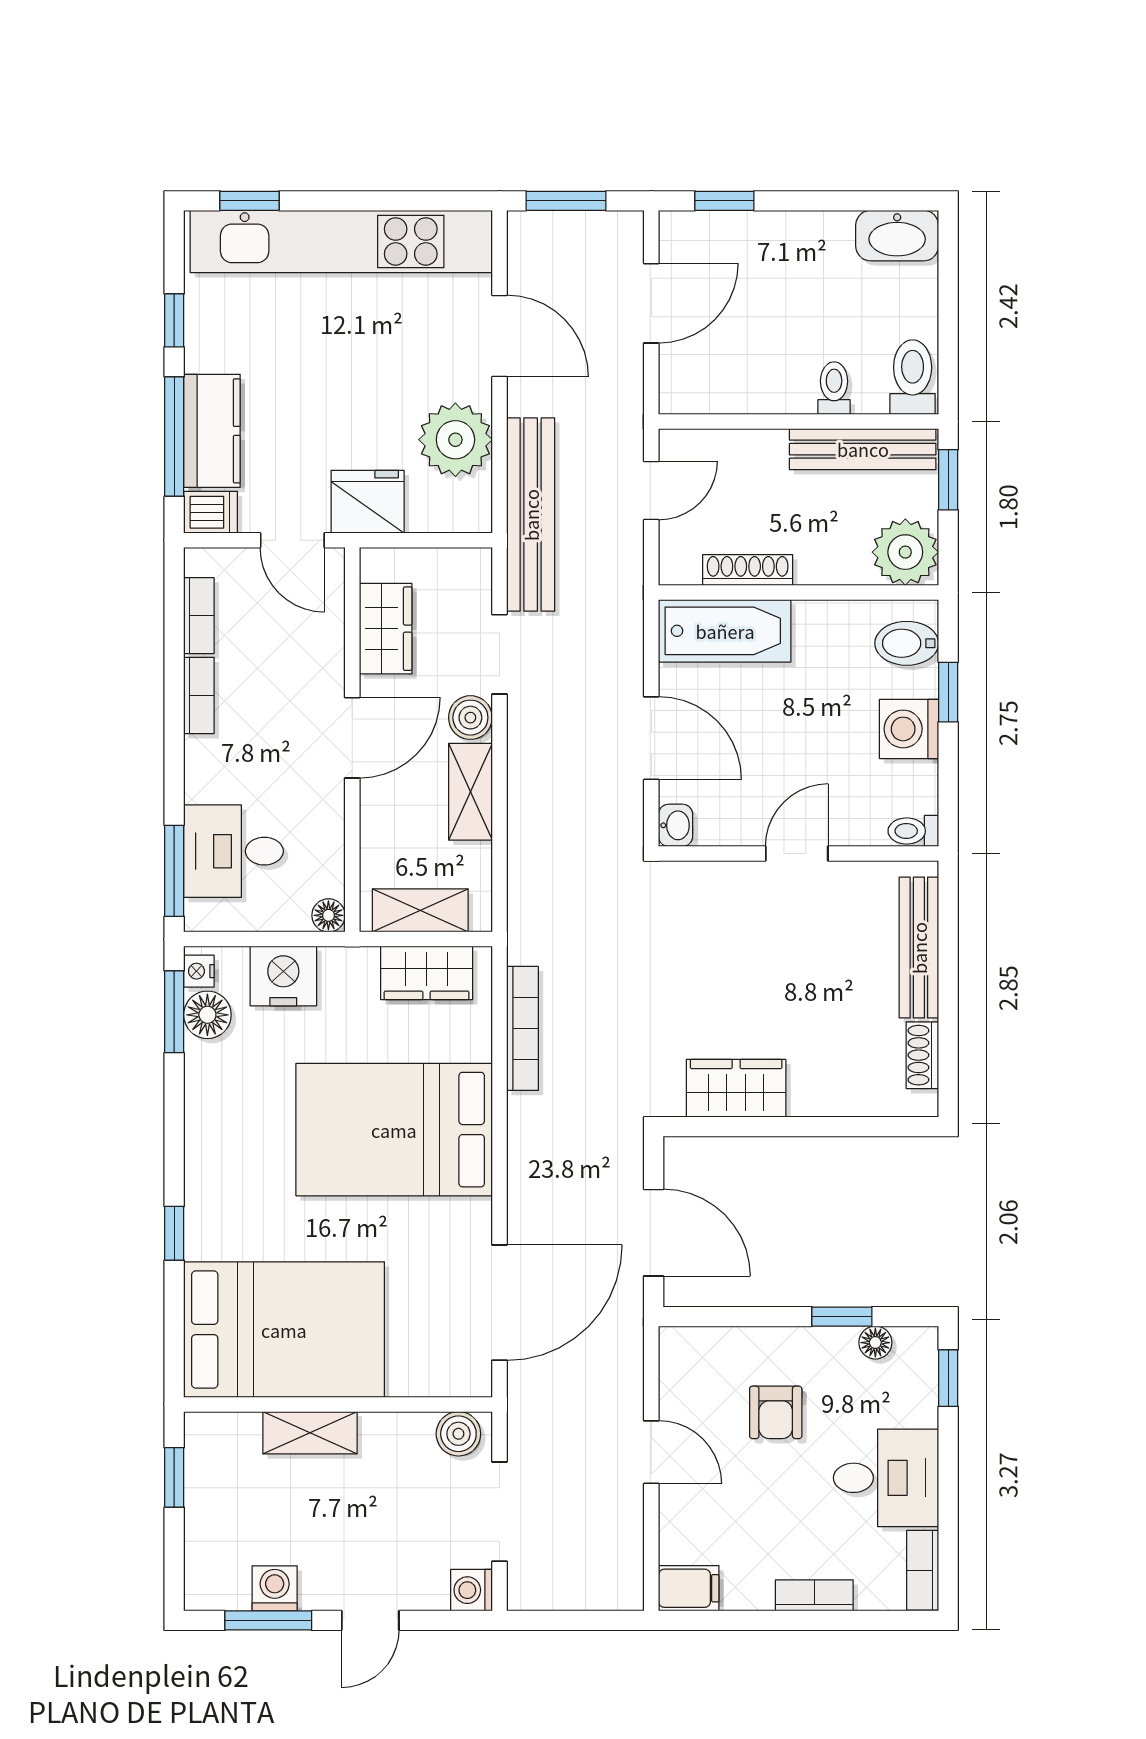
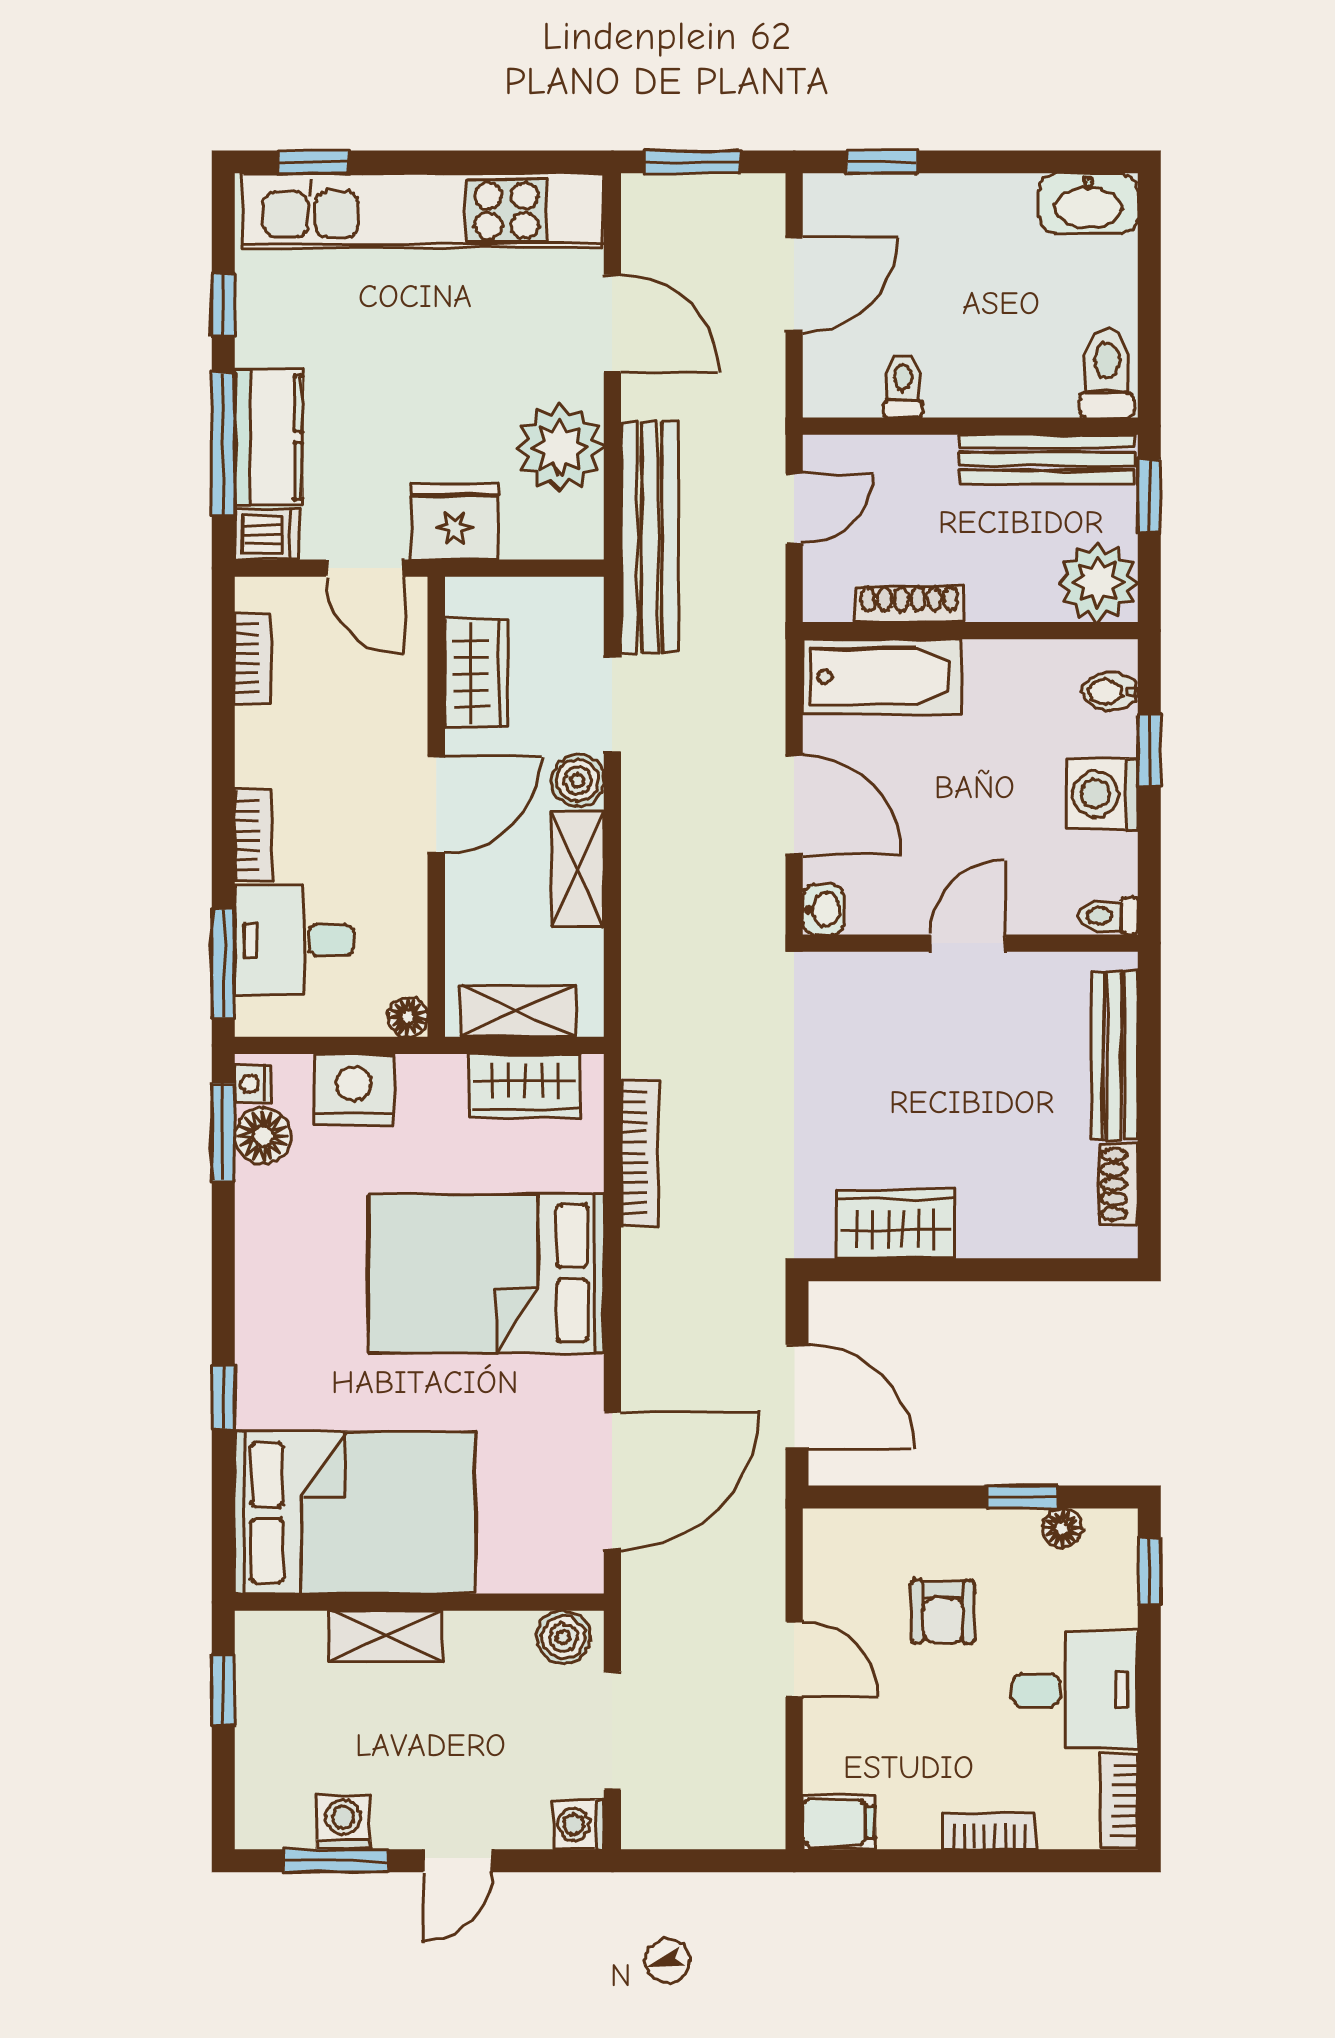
toilet: (834, 388) -> (903, 386), moved
bidet: (907, 643) -> (1110, 691), width x0.72, depth x0.74
bookcase: (199, 695) -> (253, 835), moved

